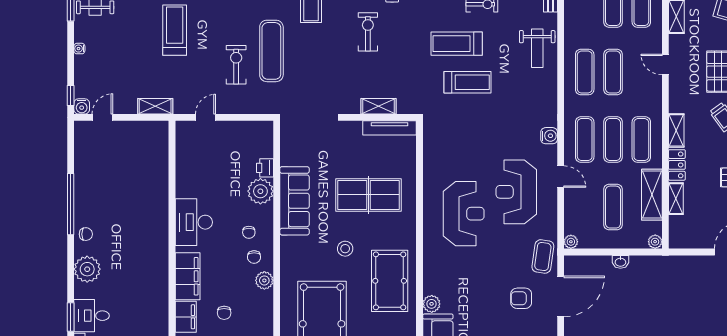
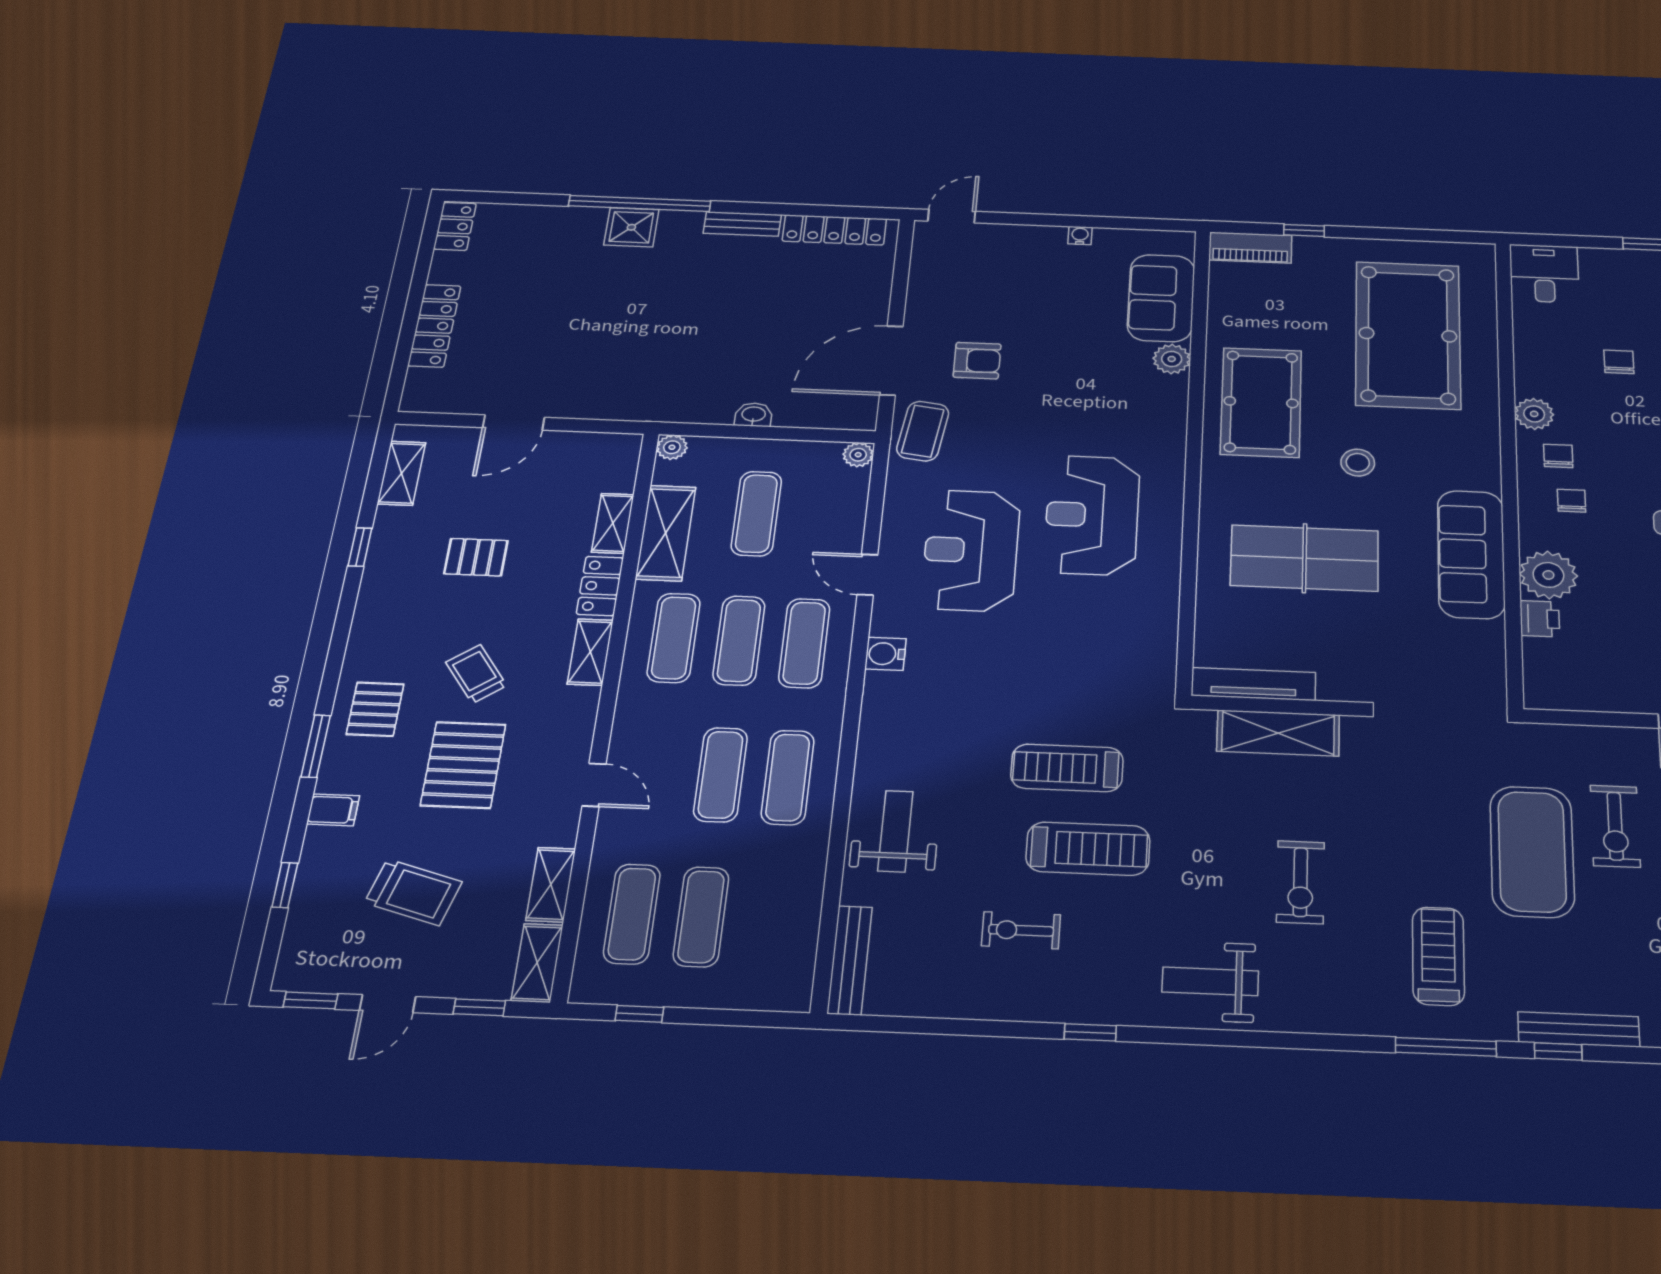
exercise mat: (271, 51) -> (1532, 851), width x1.47
shelving: (378, 106) -> (1278, 733), width x1.50, depth x1.33
reception desk: (516, 192) -> (971, 550), turned 180

